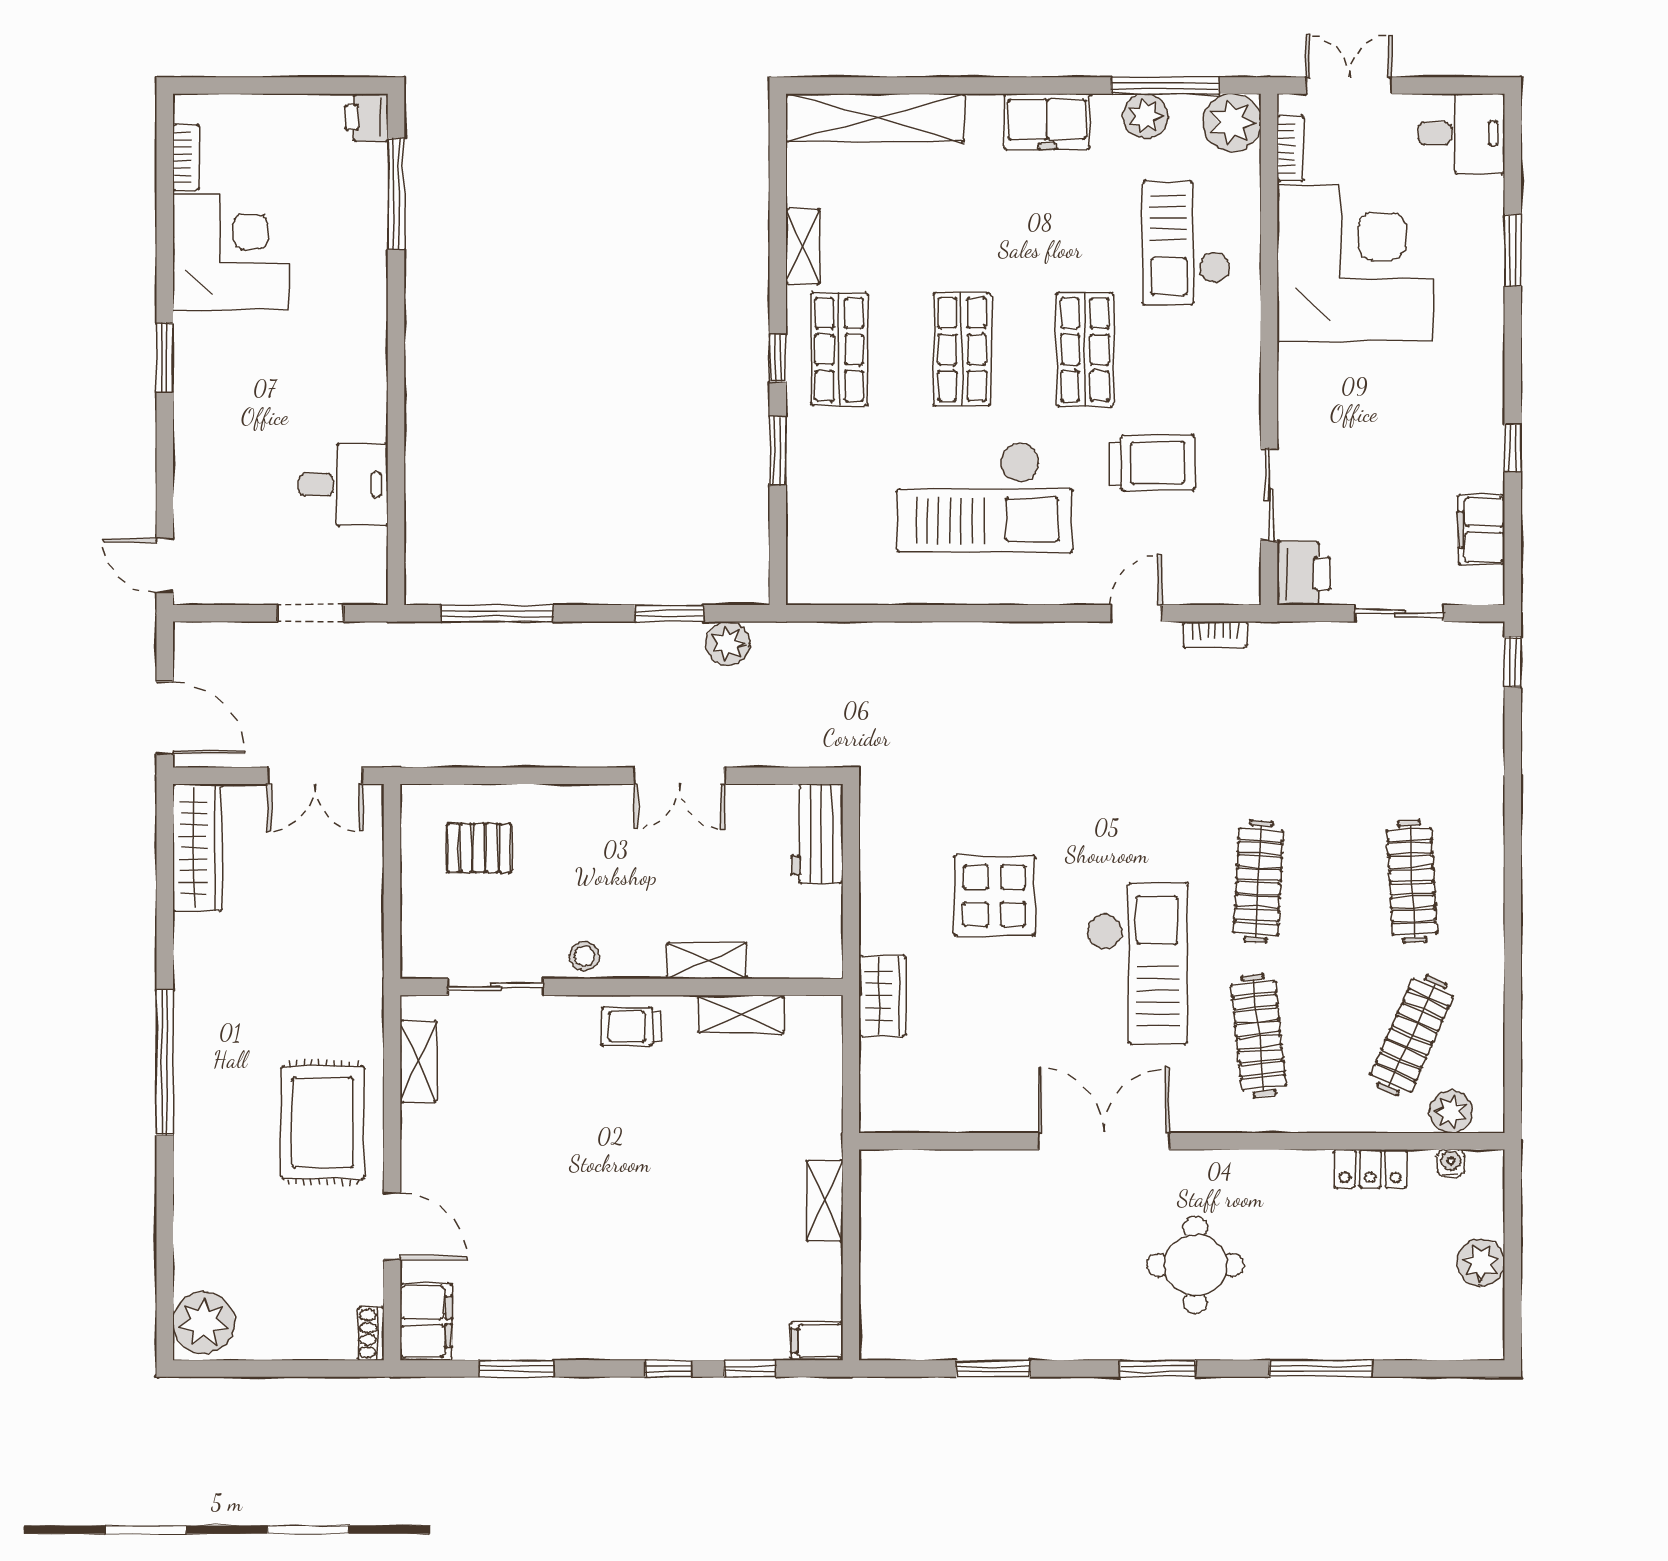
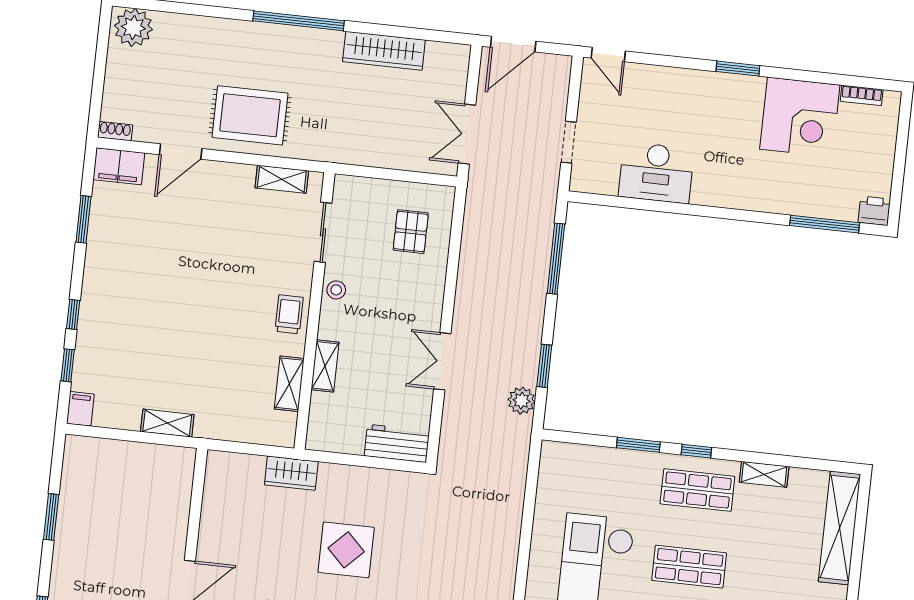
desk: (344, 484) -> (656, 173), width x1.37
door: (165, 566) -> (608, 54), swing flipped
wardrobe: (197, 848) -> (384, 51), moved

